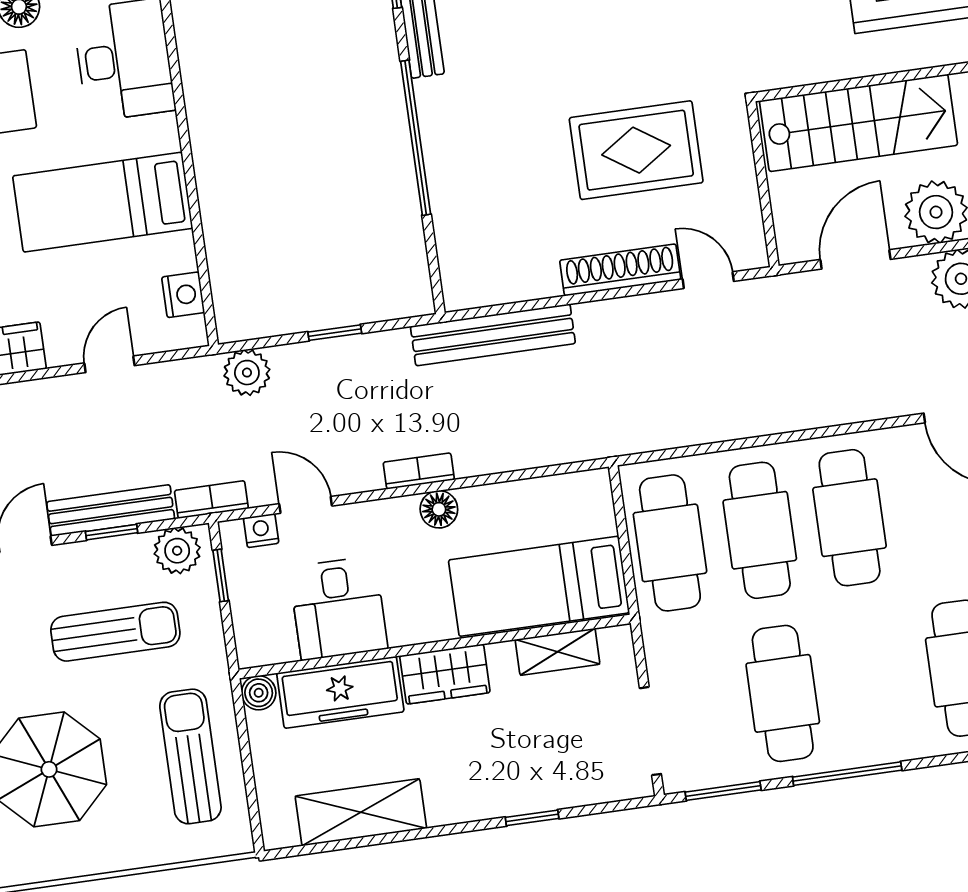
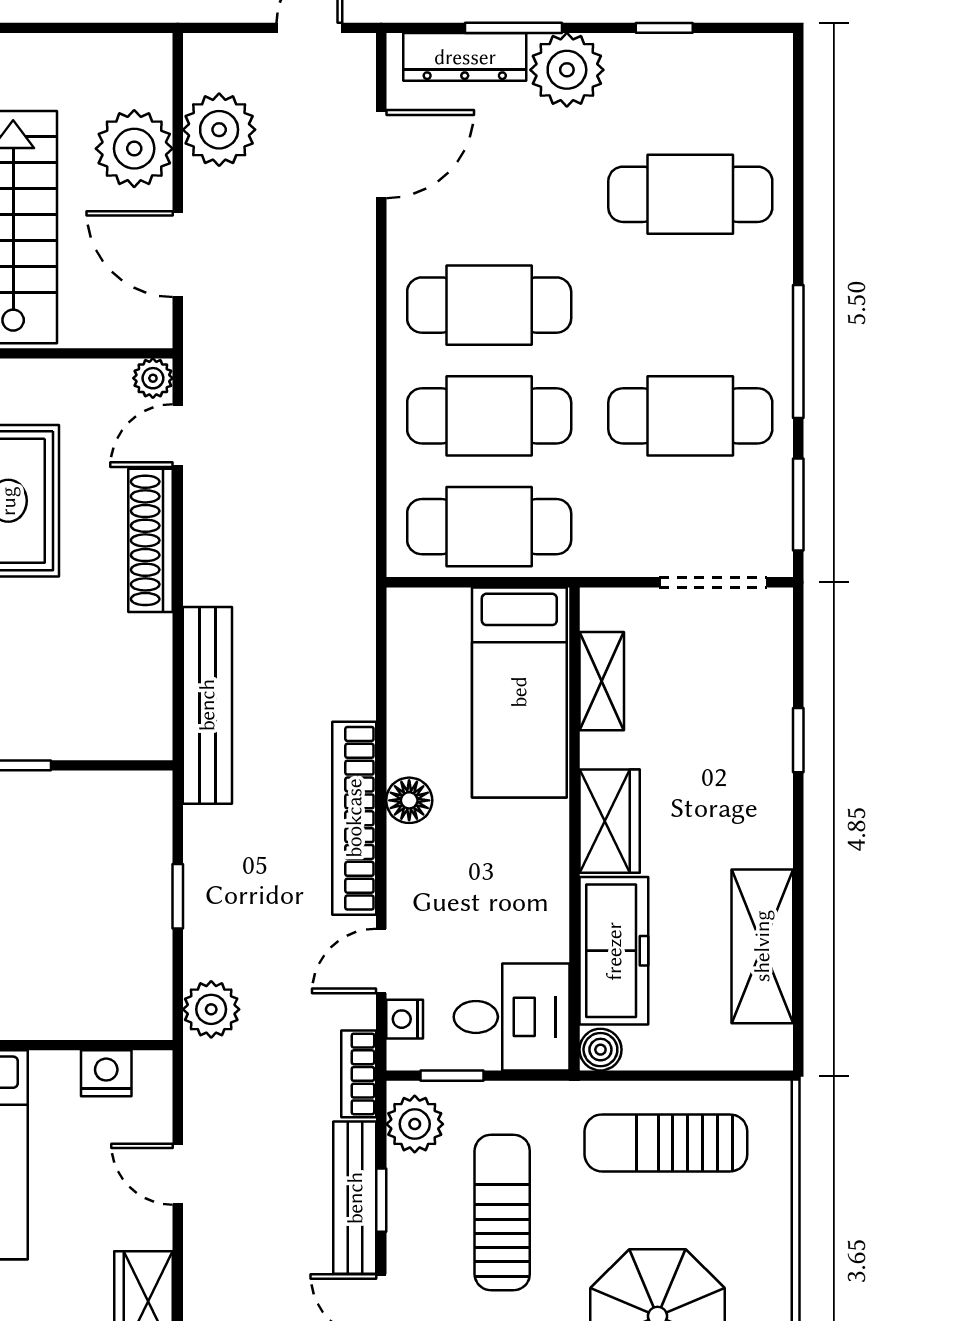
plant: (752, 253) -> (153, 378), added
bookcase: (419, 471) -> (354, 818), width x2.31, depth x1.31
desk: (338, 608) -> (512, 1017), moved

